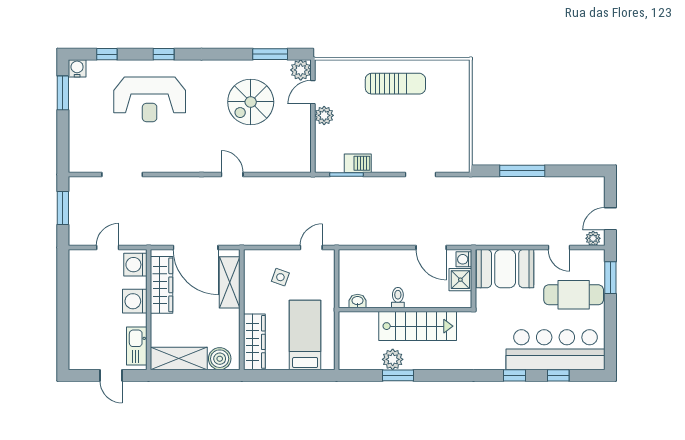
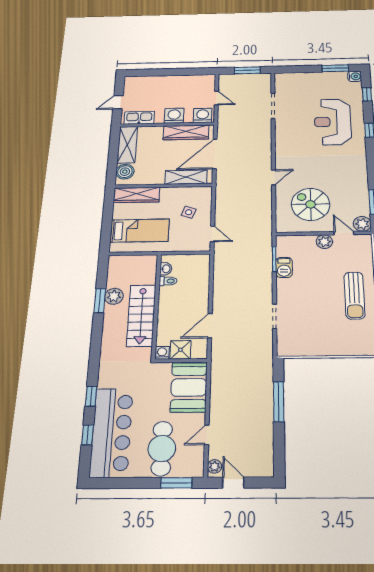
spiral stairs: (251, 102) -> (311, 204), moved
washing machine: (464, 259) -> (162, 353), moved
toilet: (398, 298) -> (168, 281), moved

